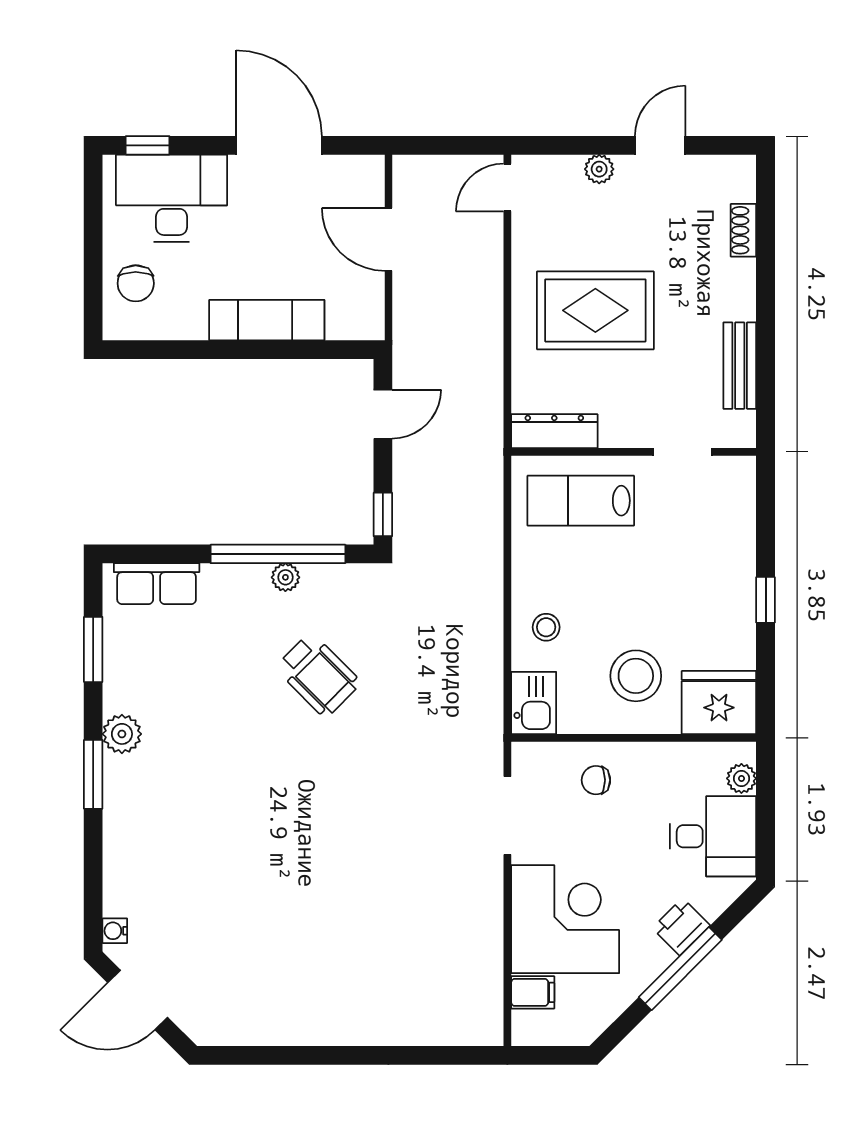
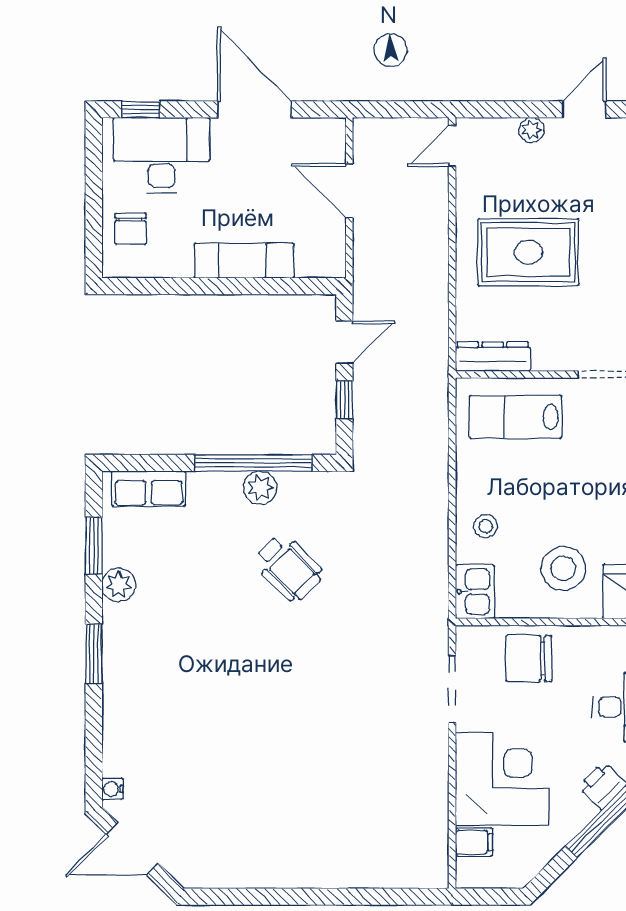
window: (383, 514) -> (344, 400), moved
plant: (285, 577) -> (260, 488), width x1.38, depth x1.38
plant: (122, 734) -> (119, 585), moved
chair: (596, 780) -> (529, 659), width x1.87, depth x1.87

